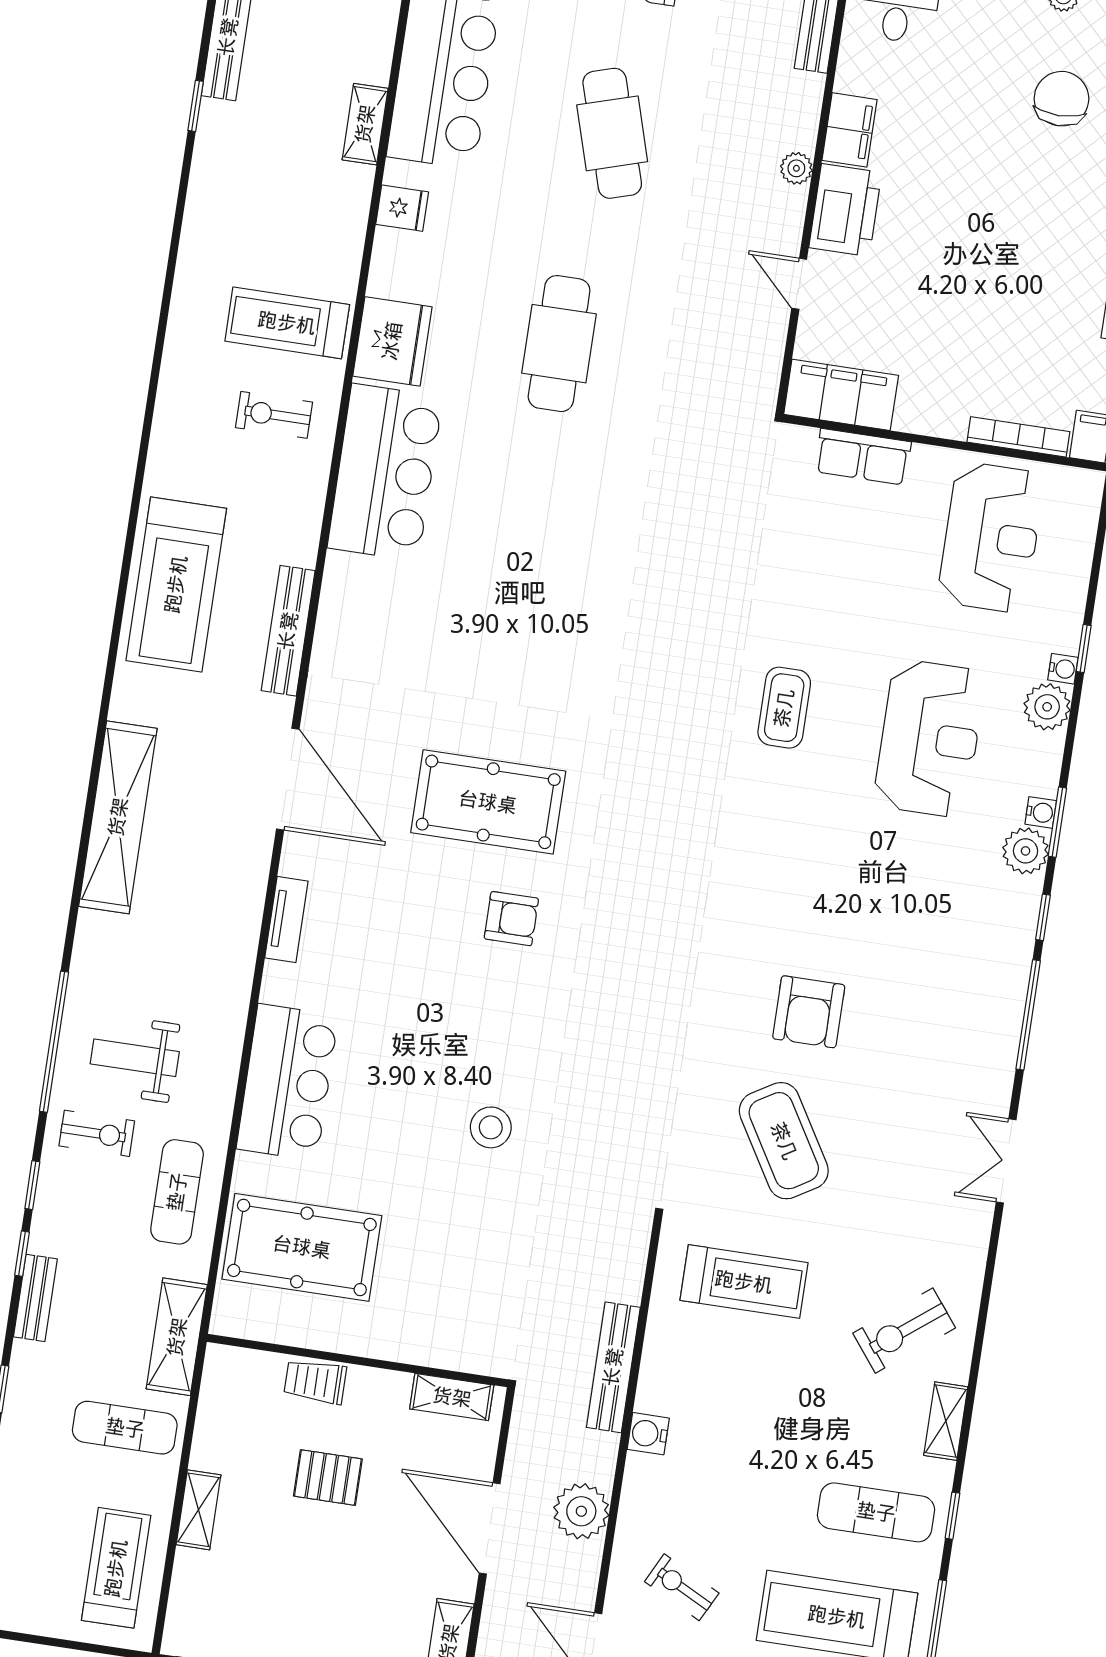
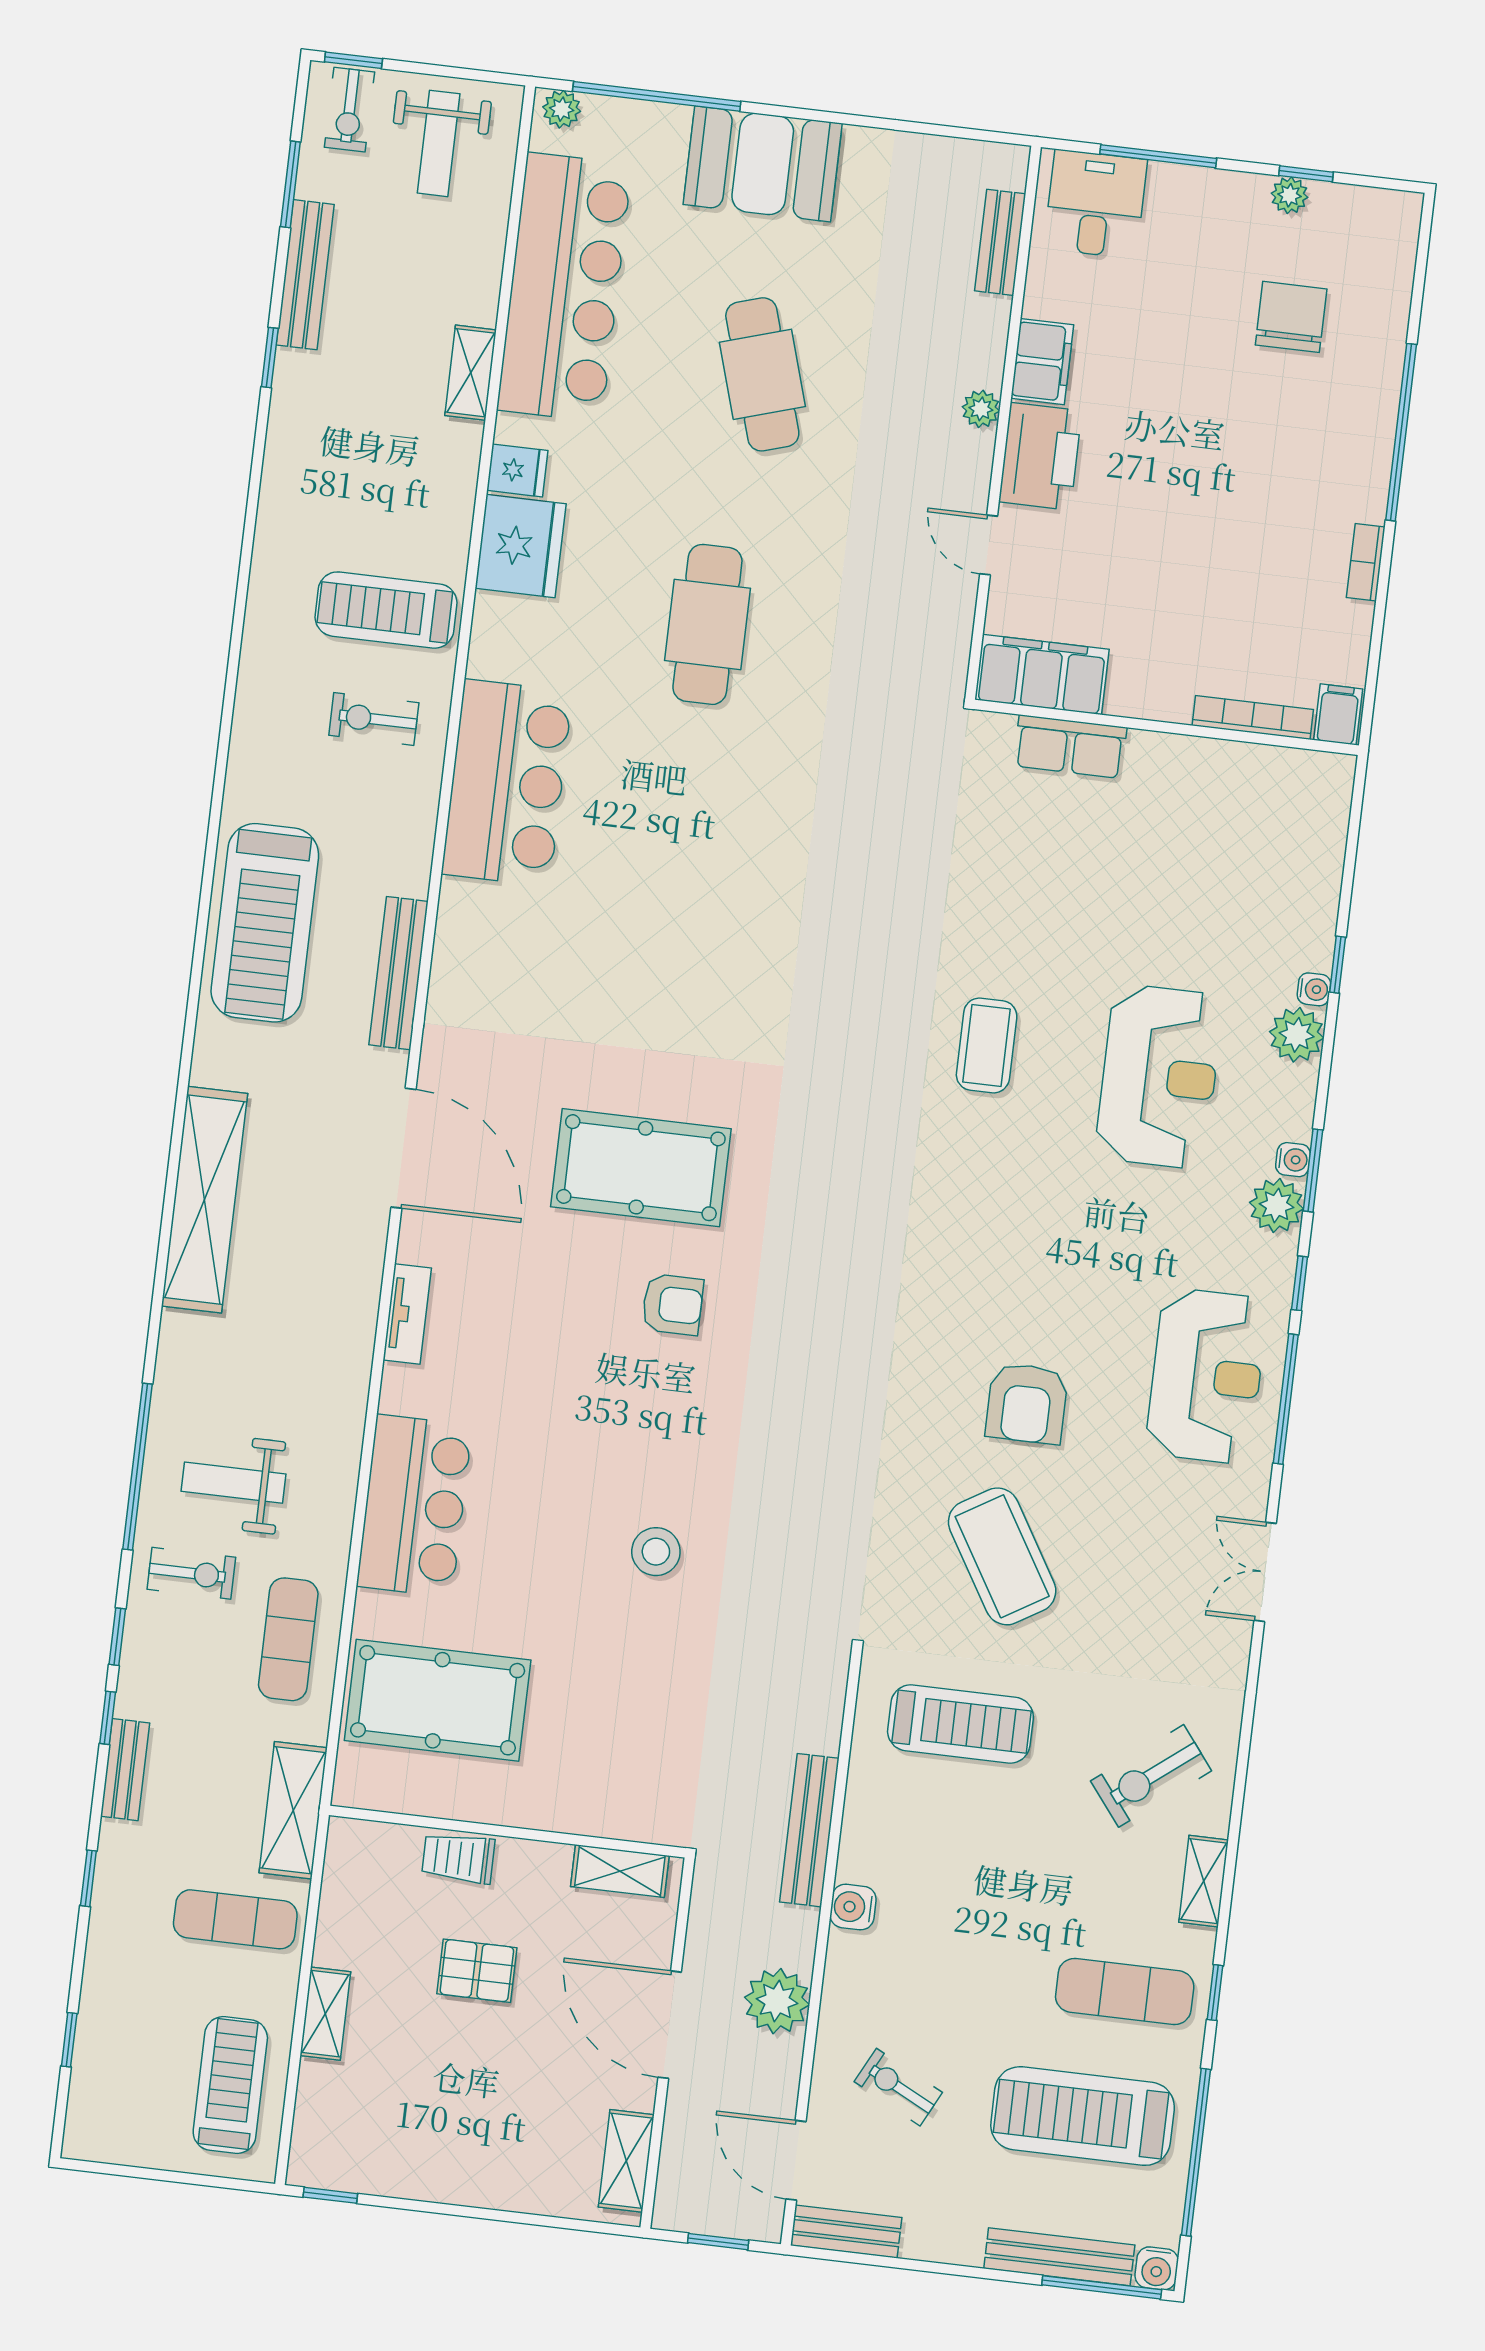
fridge: (392, 341) -> (521, 546), moved
reception desk: (991, 537) -> (1207, 1376), moved

